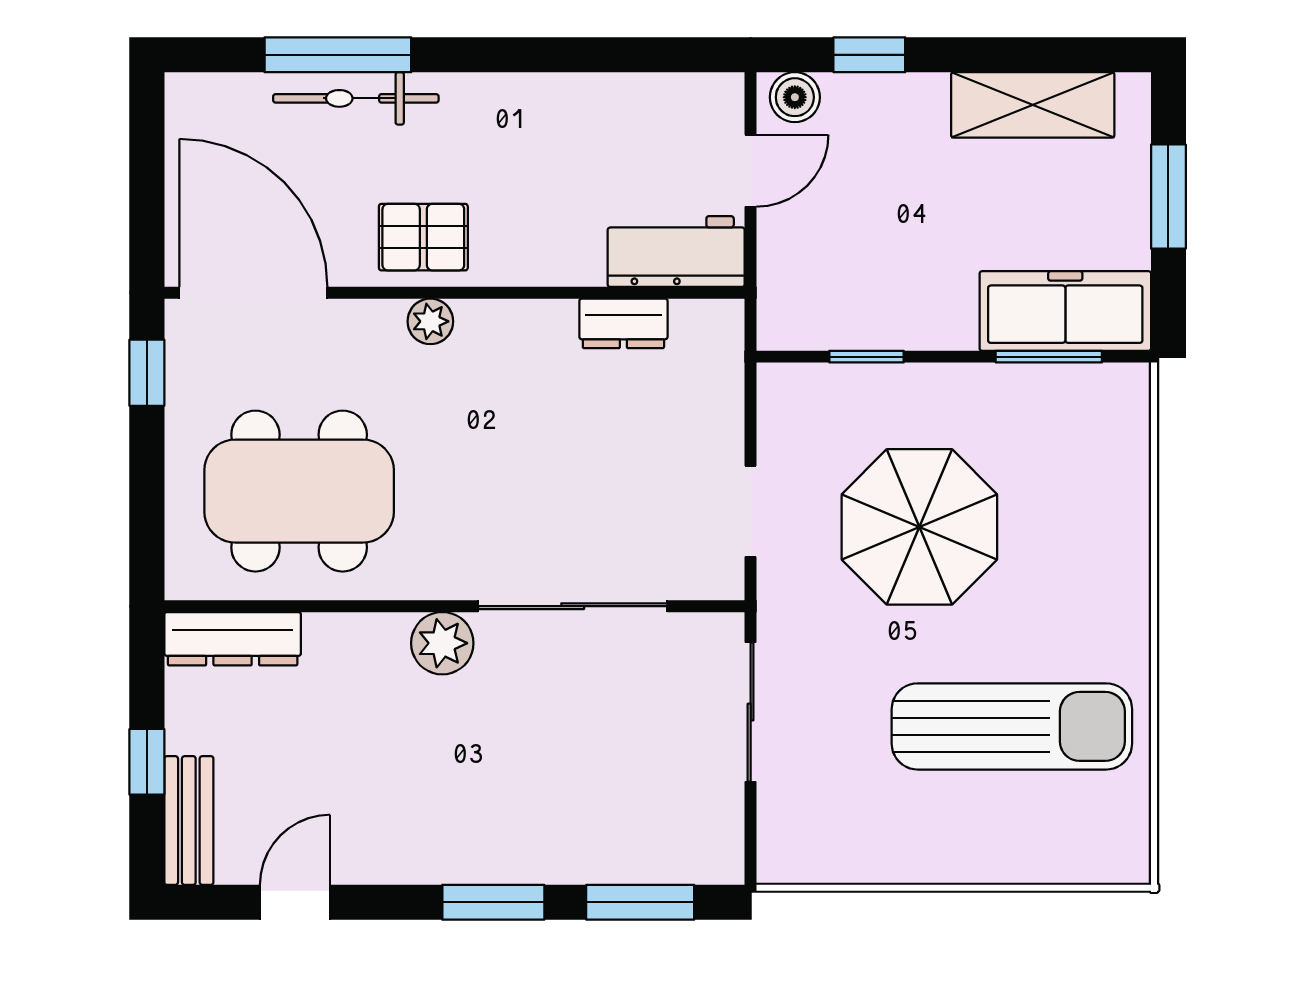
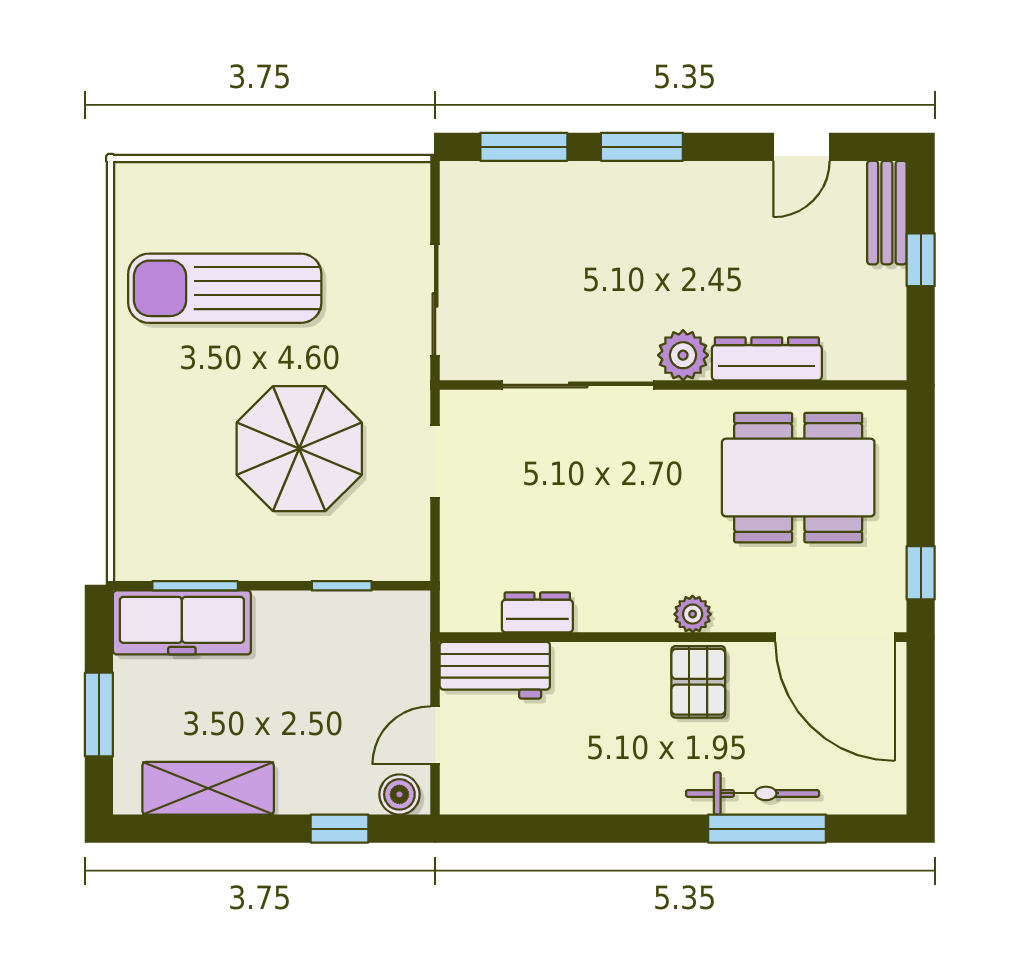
pallet: (423, 237) -> (698, 682), turned 90
dresser: (233, 639) -> (767, 359), moved

